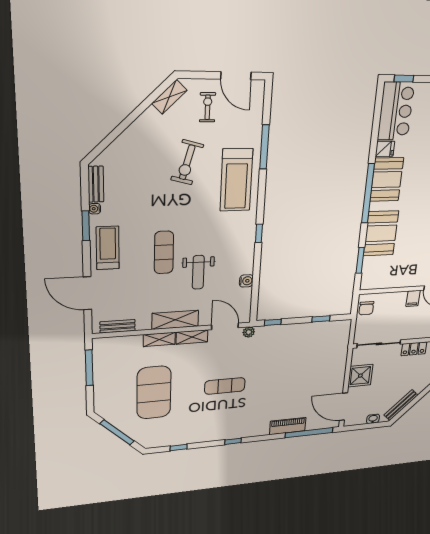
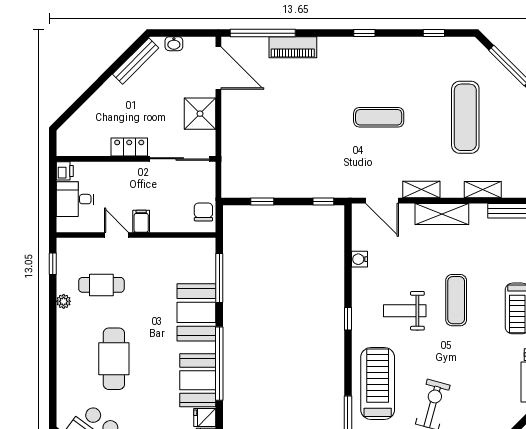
window: (360, 260) -> (219, 278), width x1.44
weight bench: (198, 272) -> (405, 311), moved, turned -90
plant: (249, 332) -> (353, 190), removed
shelving: (159, 339) -> (483, 190), moved
exercise mat: (154, 393) -> (465, 117), width x0.68

